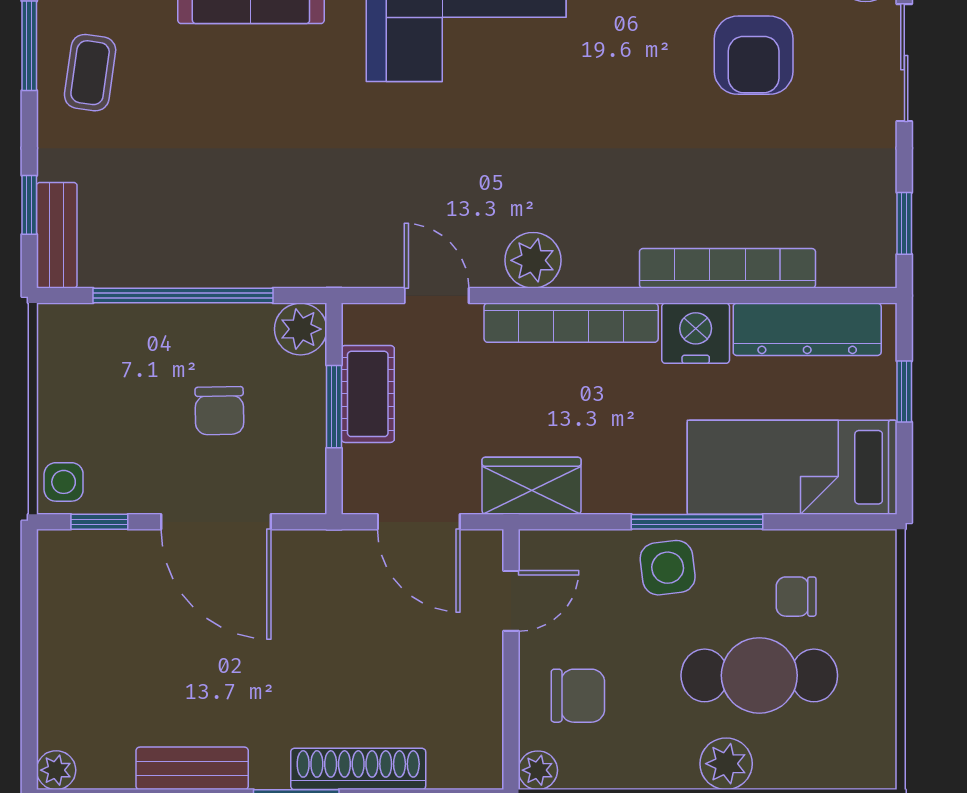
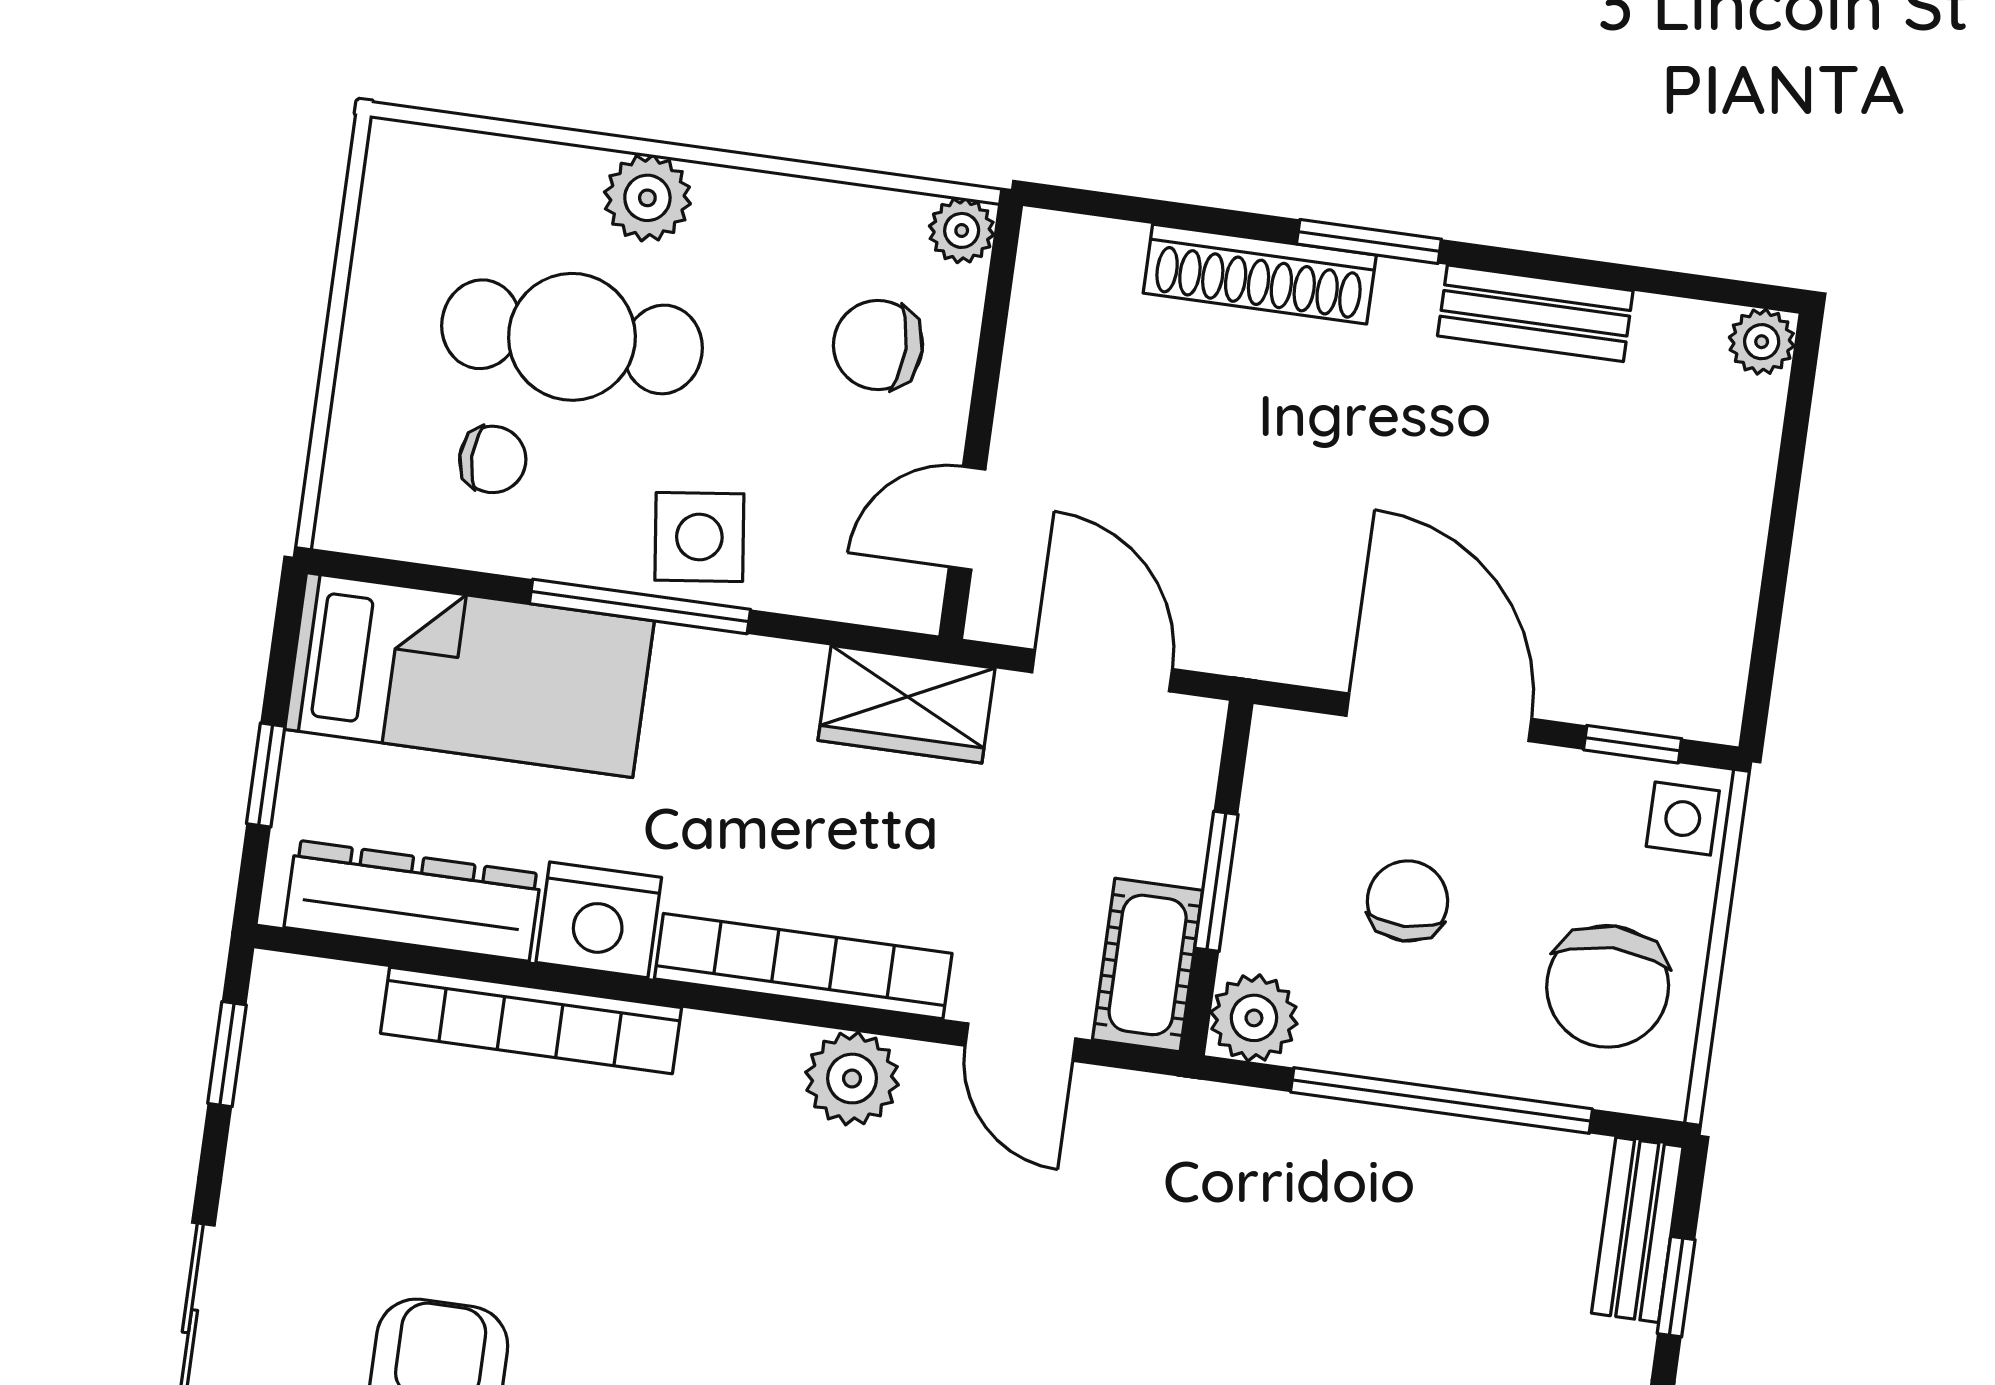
chair: (94, 377) -> (1608, 986), added
cot: (368, 394) -> (1148, 965), moved

